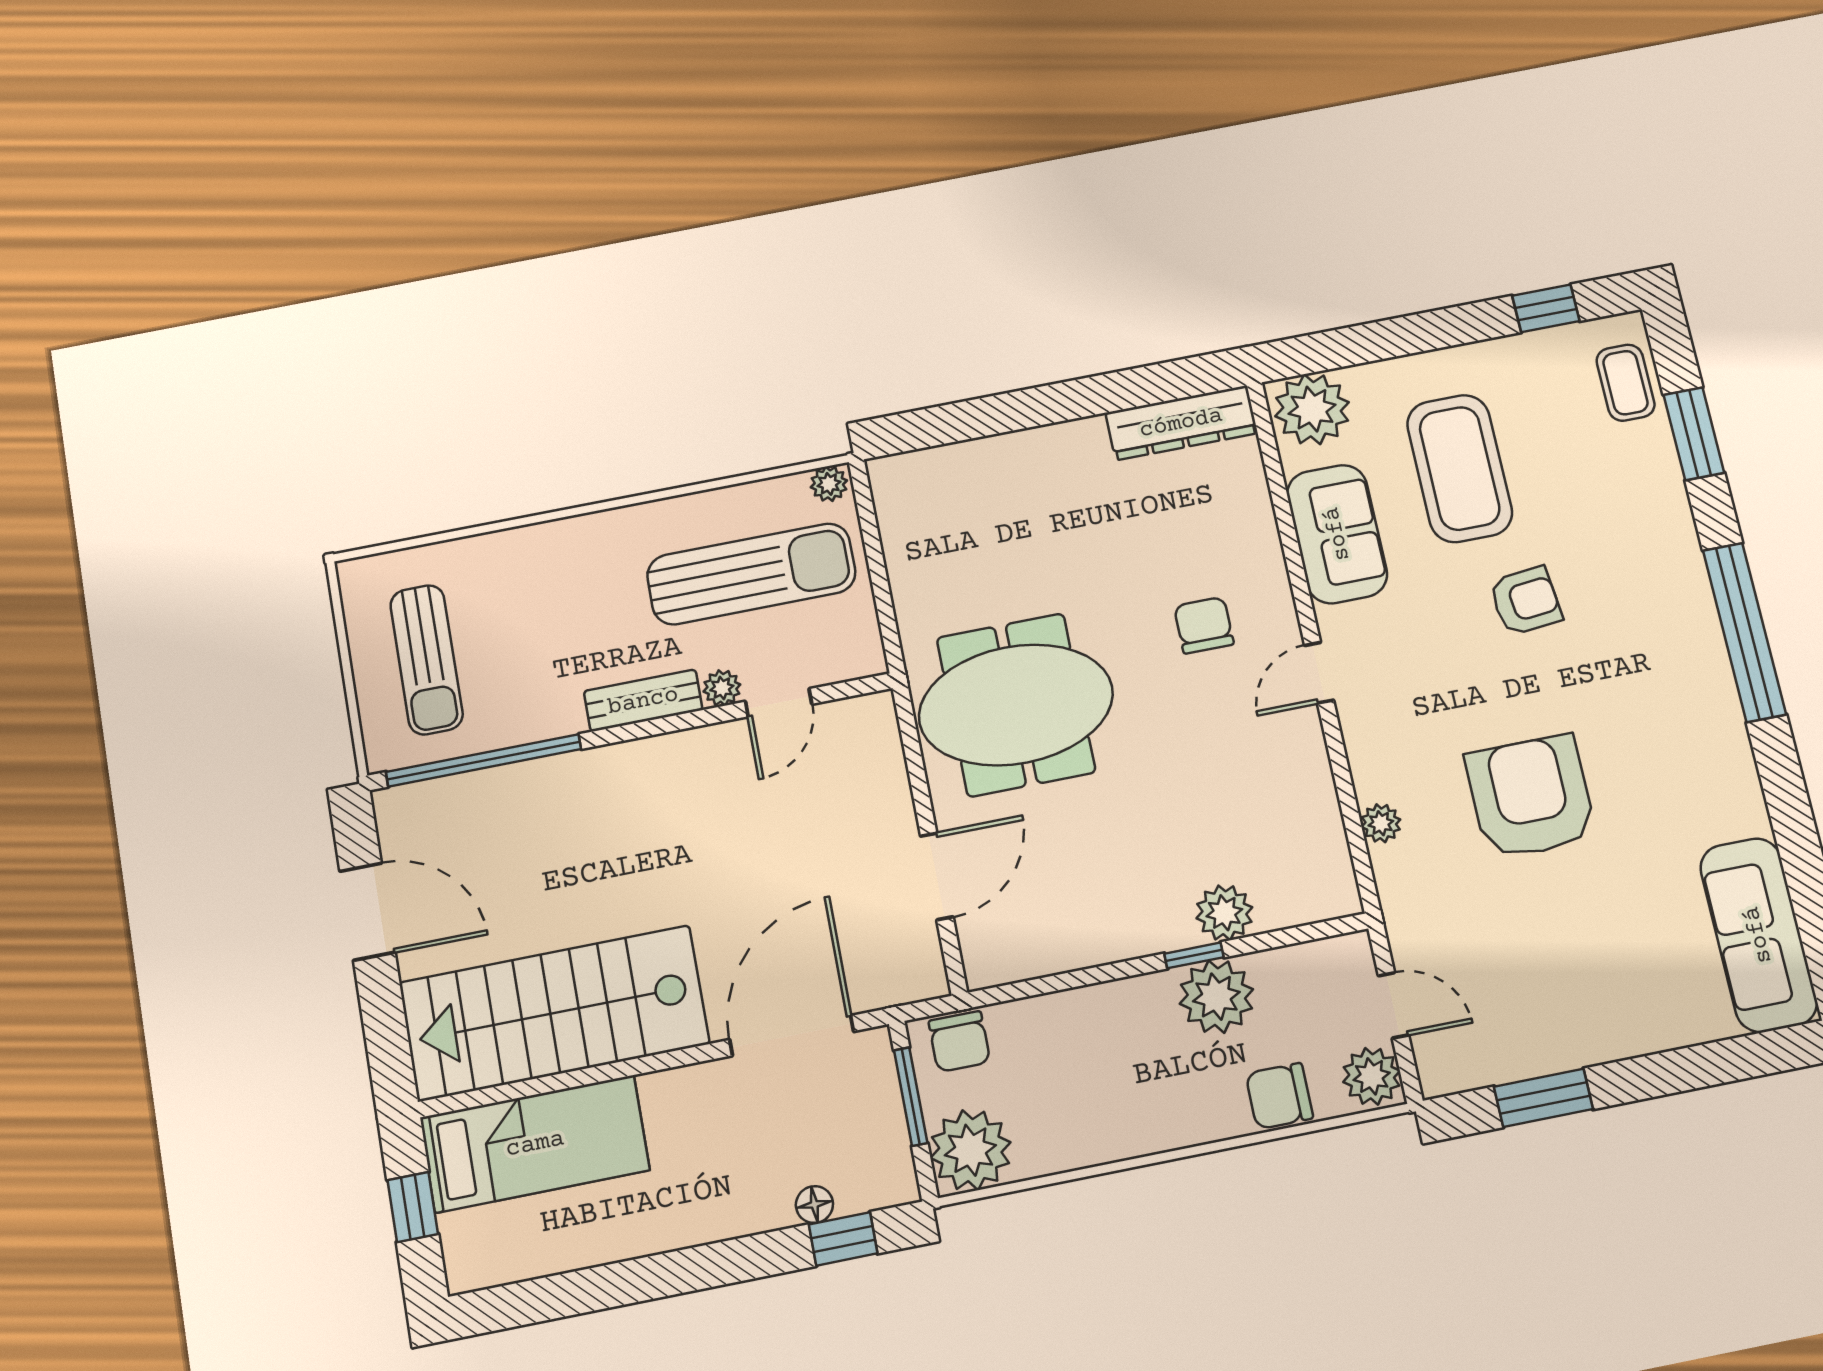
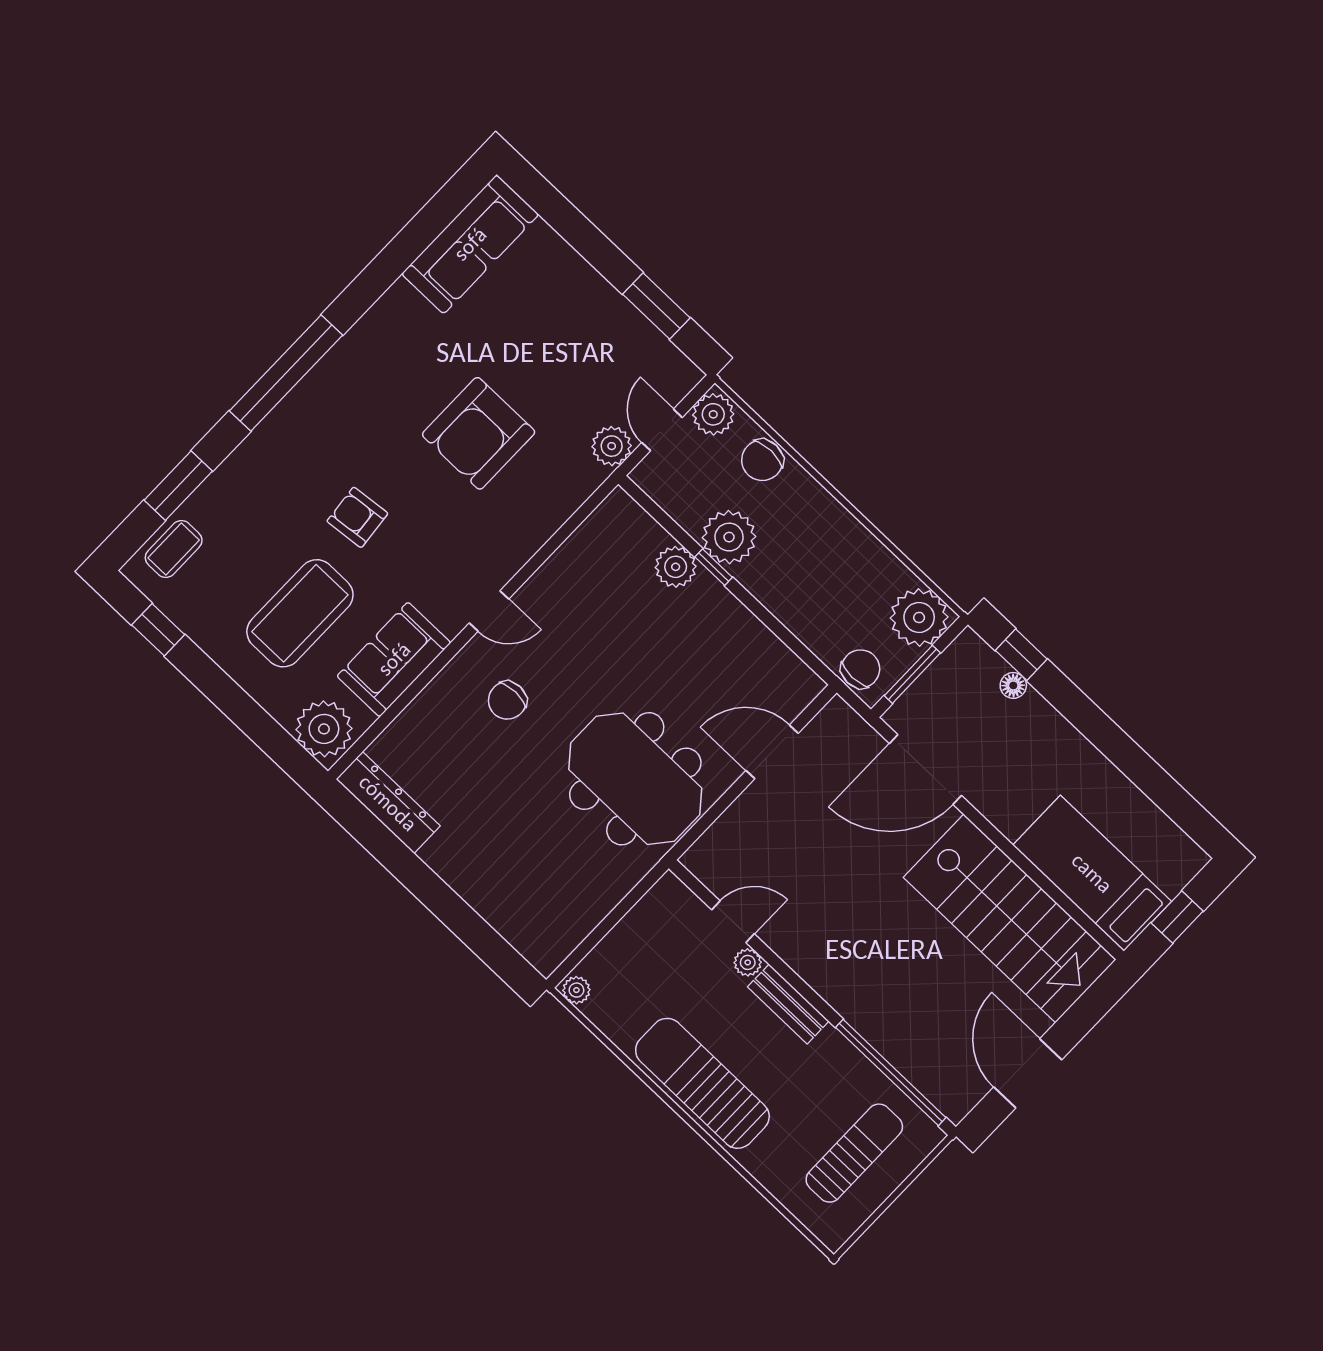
sun lounger: (751, 574) -> (702, 1083), moved
plant: (1381, 823) -> (612, 446), moved, width x1.38, depth x1.38
chair: (1279, 1096) -> (762, 460), turned 90

